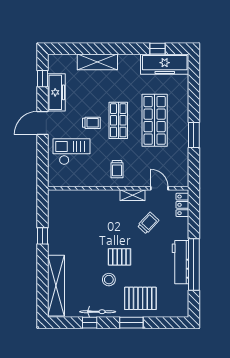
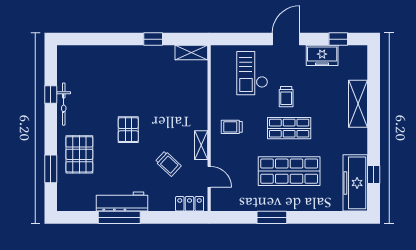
freezer: (56, 92) -> (322, 55), width x0.71
door: (42, 123) -> (286, 39), hinge flipped
checkout: (72, 152) -> (252, 73), turned 180
door: (159, 188) -> (209, 177), hinge flipped
window: (194, 264) -> (119, 217), width x0.68
stool: (109, 280) -> (102, 117), removed
shelving: (56, 286) -> (191, 53), moved, width x0.45, depth x0.75
window: (131, 323) -> (51, 169), moved

